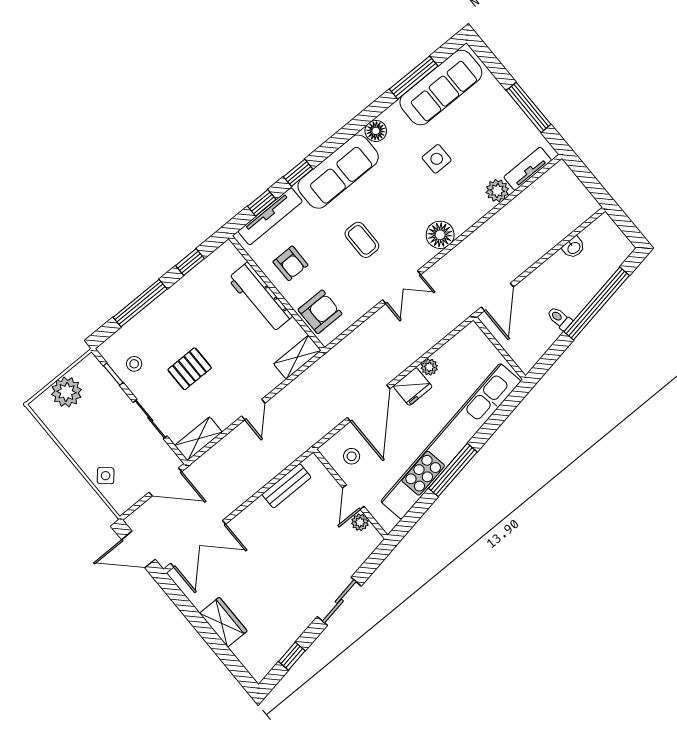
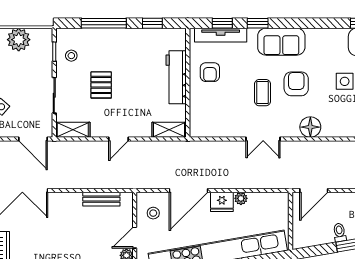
floor lamp: (376, 131) -> (323, 36), removed
sofa: (338, 172) -> (281, 42), width x0.73
armchair: (320, 312) -> (296, 84), moved, turned -90
pallet: (190, 369) -> (101, 85), turned 90

